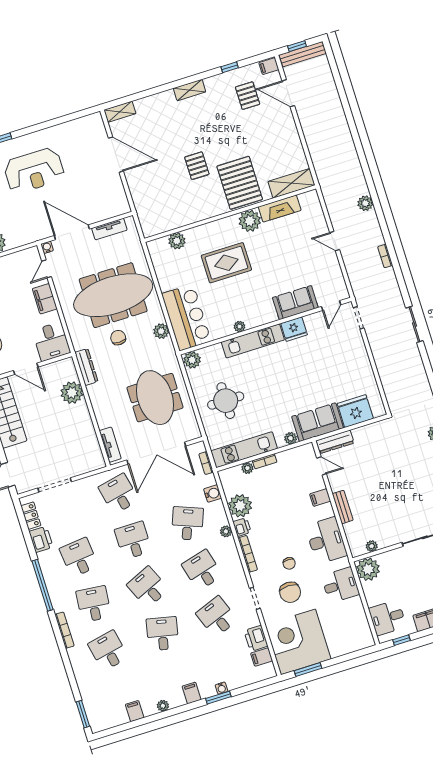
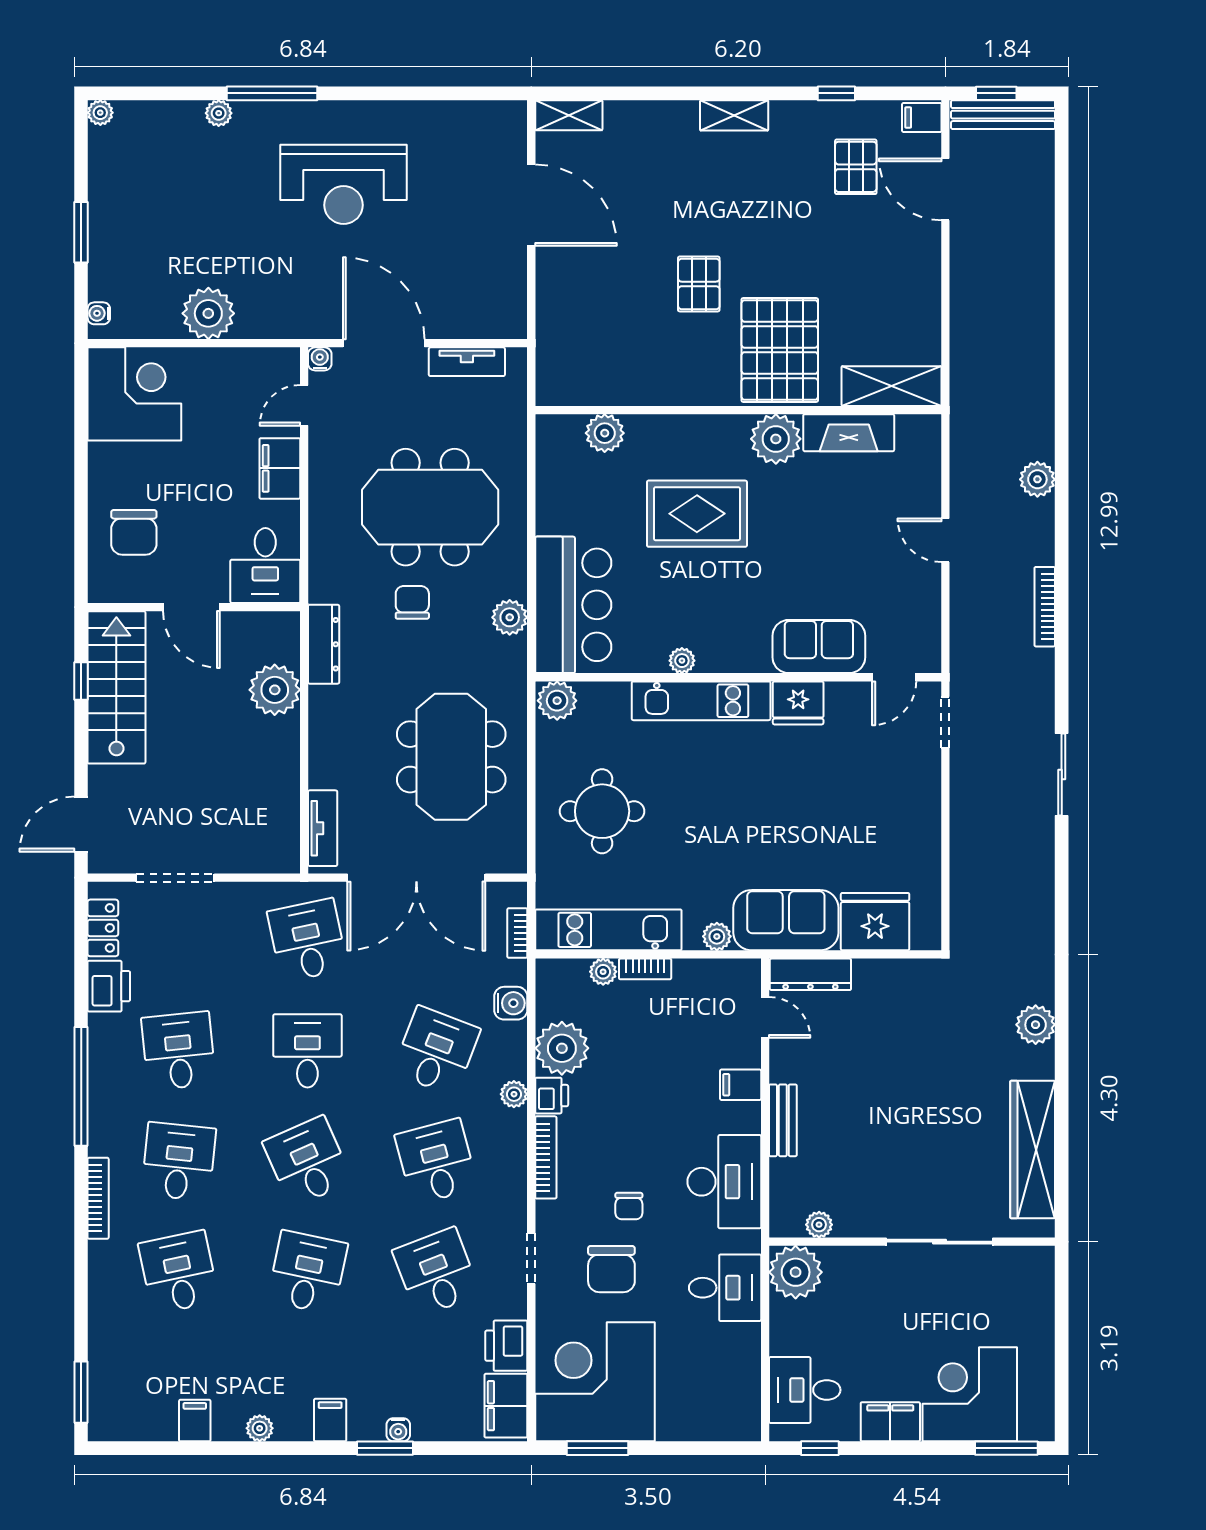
bookcase: (385, 256) -> (1045, 607), width x1.56
meeting table: (113, 295) -> (430, 507), width x0.73
filing cabinet: (262, 657) -> (506, 1406), width x2.00

